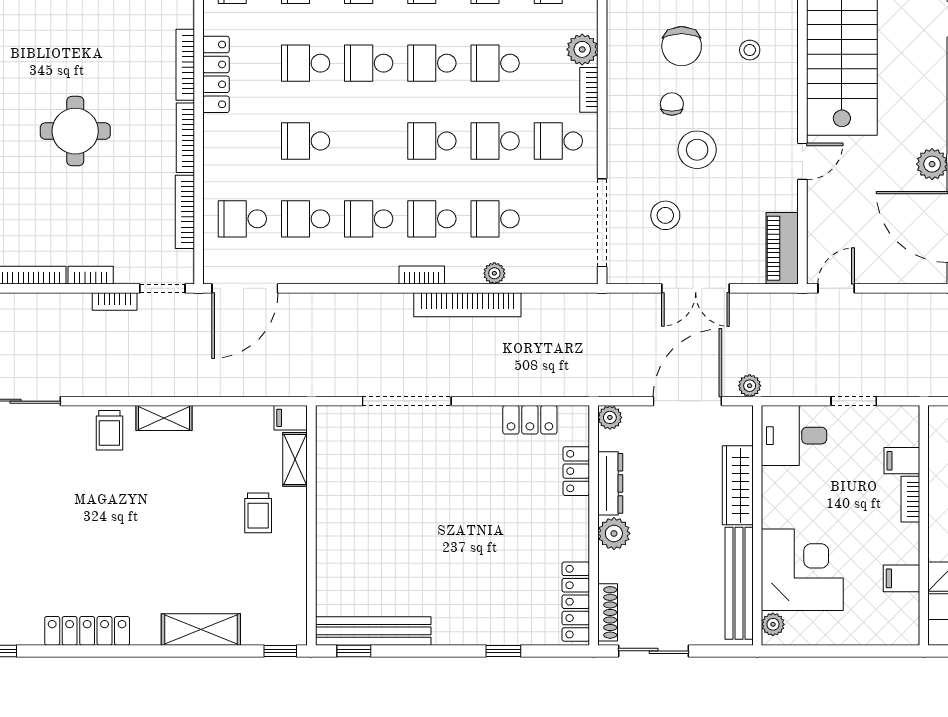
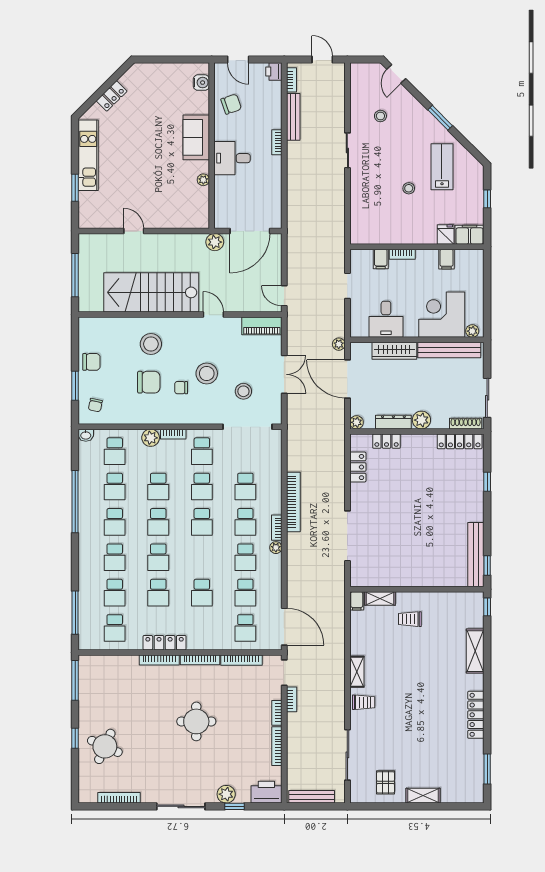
stool: (750, 50) -> (151, 344), width x1.89, depth x1.89
plant: (494, 273) -> (276, 548), moved
desk: (794, 436) -> (386, 319), moved
trolley: (258, 513) -> (410, 619), turned 180

